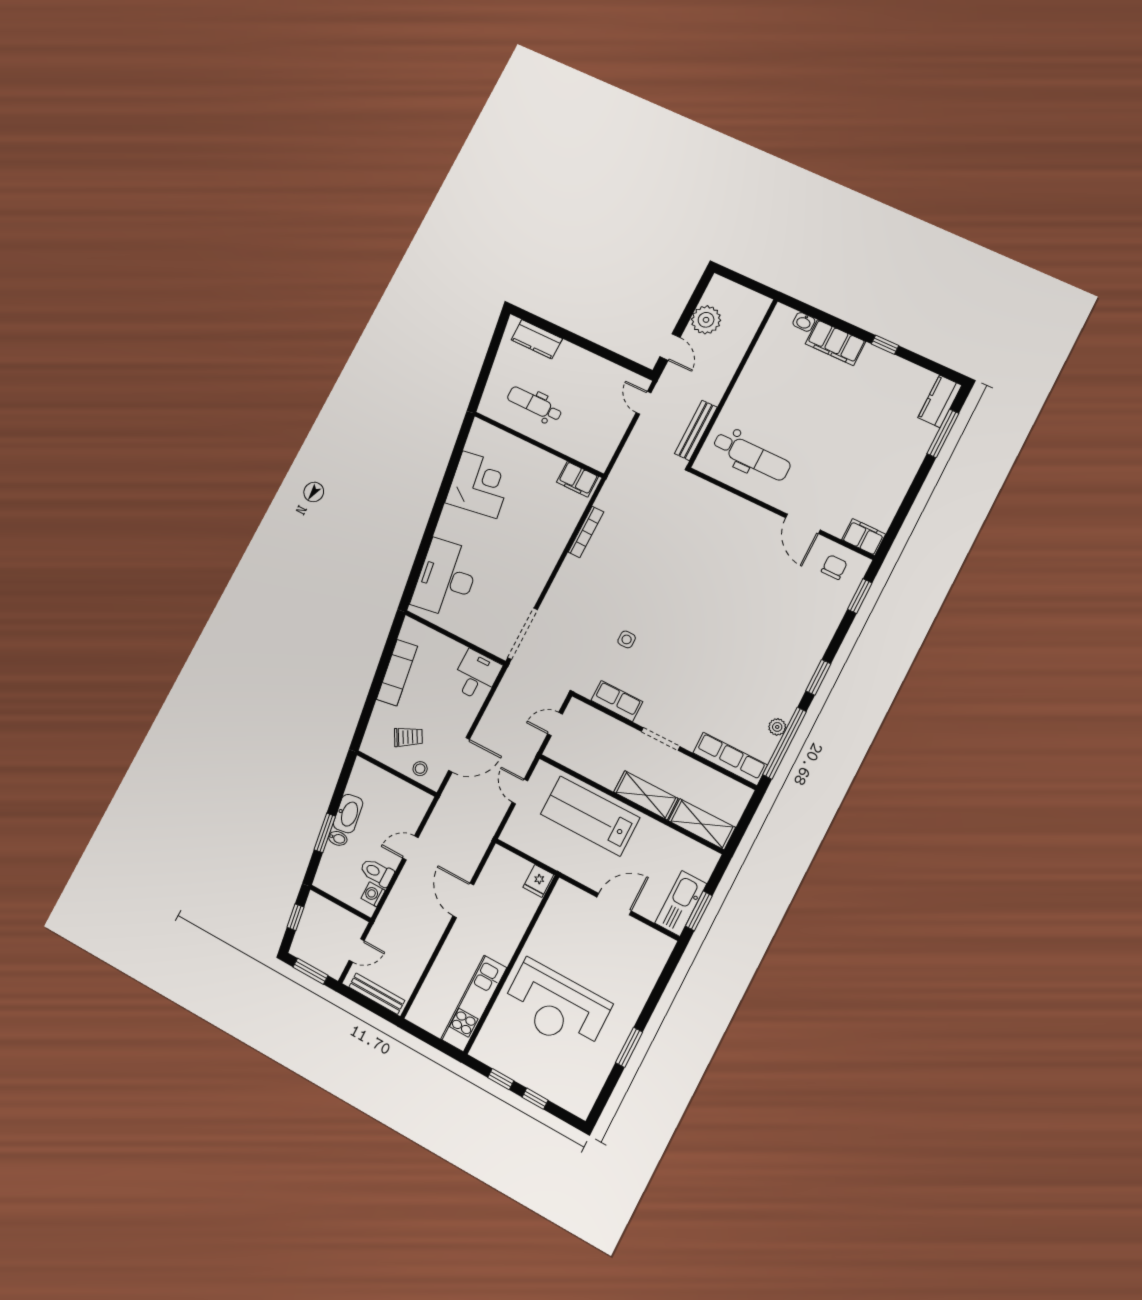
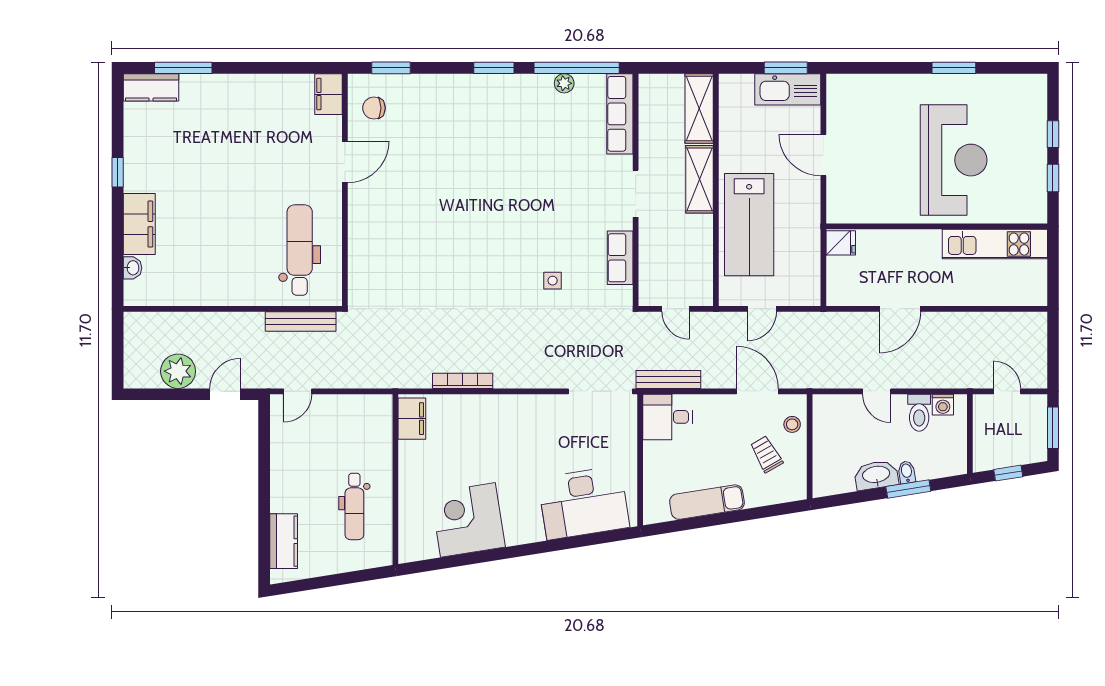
bench: (377, 994) -> (668, 380), moved, turned 90

